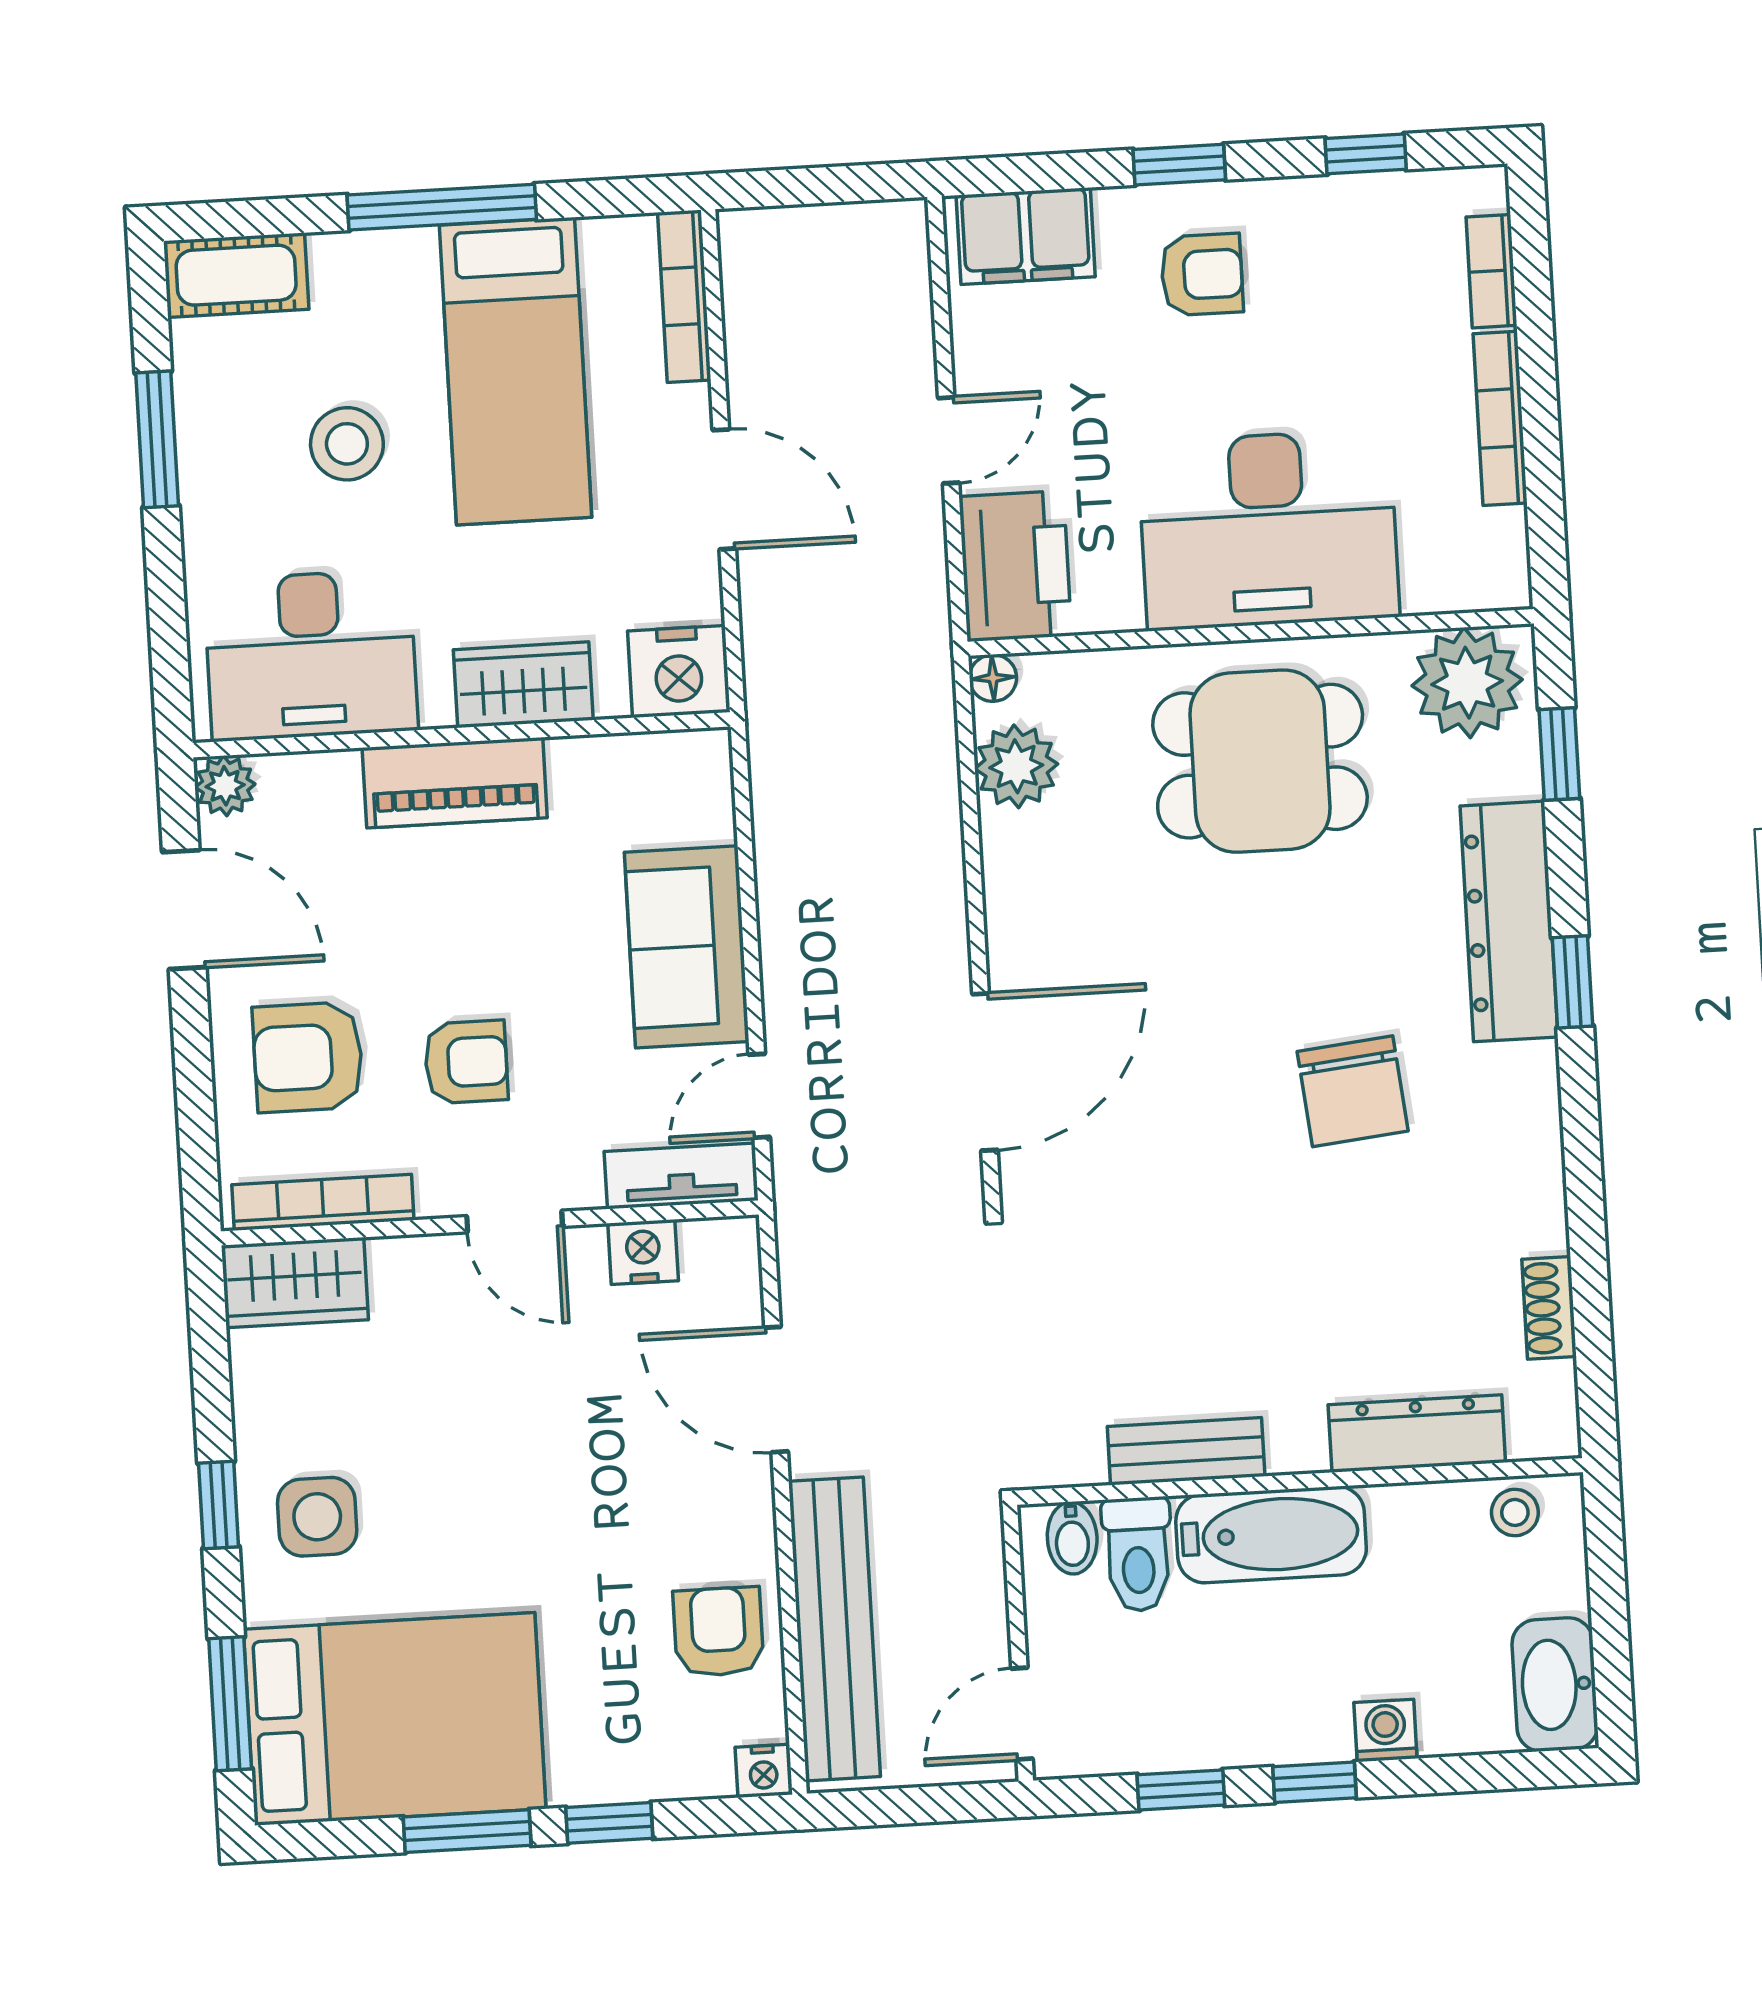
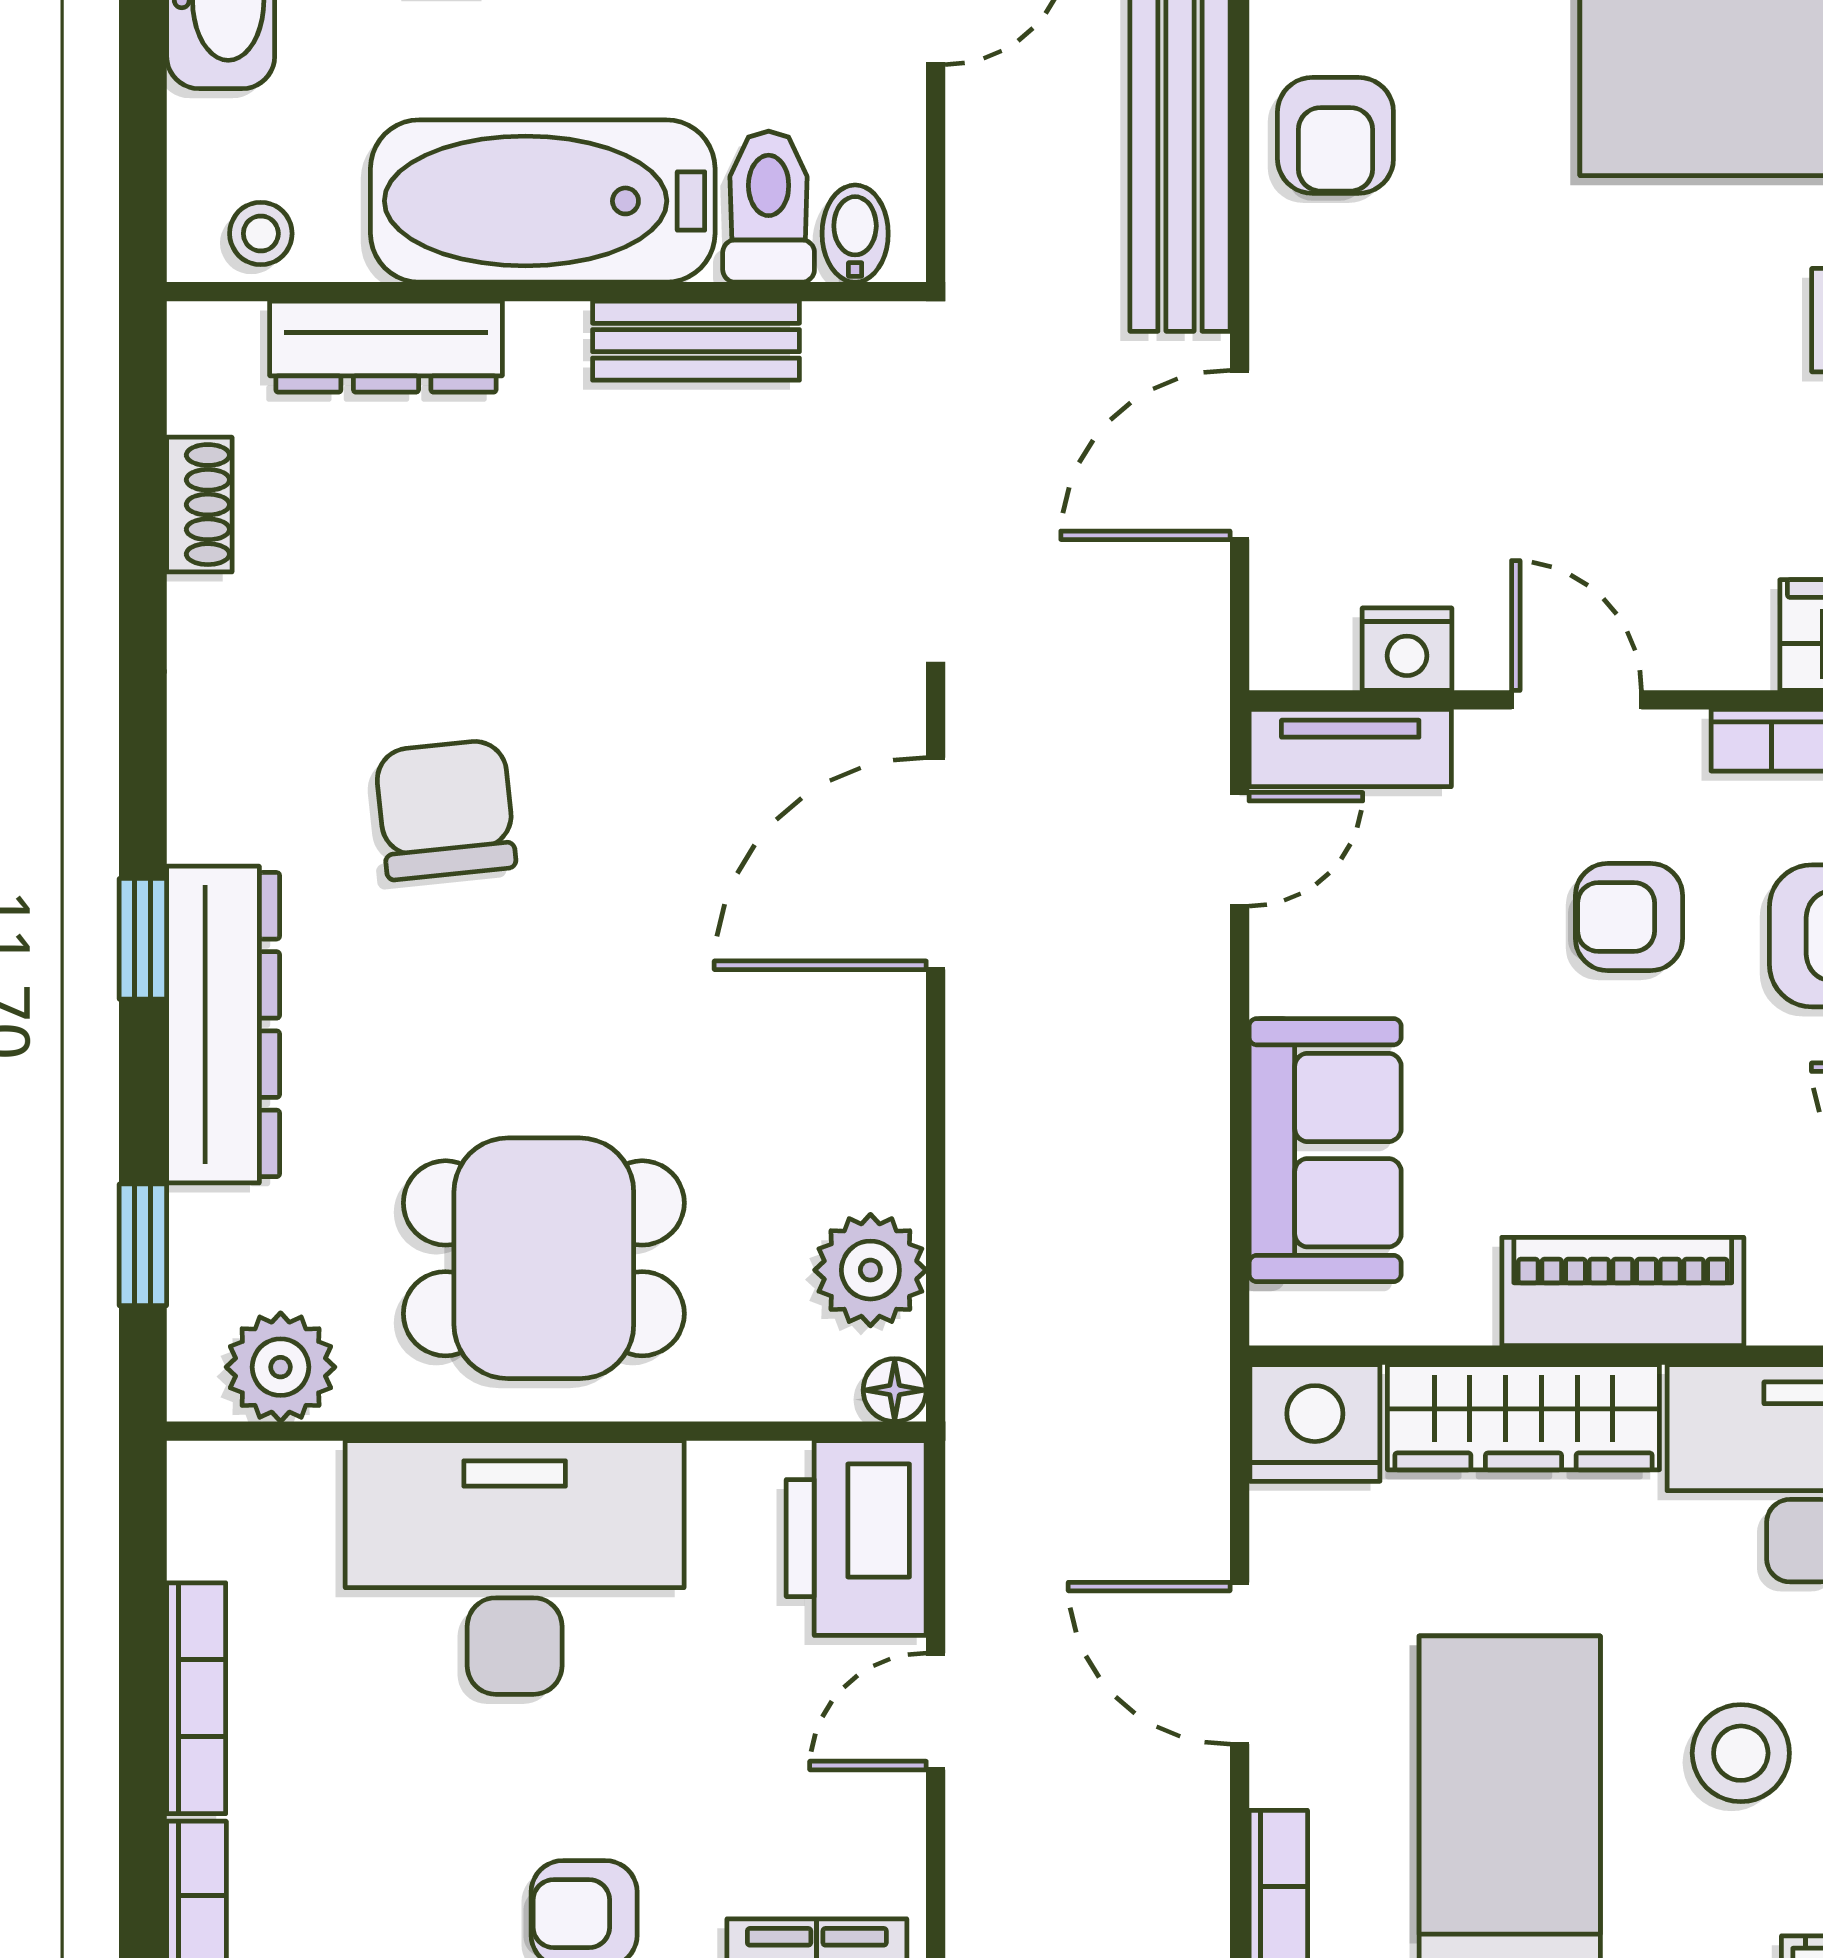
plant: (1467, 683) -> (281, 1367), width x0.73, depth x0.73
wardrobe: (523, 685) -> (1523, 1417), width x1.50
sofa: (687, 947) -> (1325, 1150), moved
door: (776, 1390) -> (1240, 455), swing flipped
bathtub: (1271, 1535) -> (543, 201), width x1.36, depth x1.36

